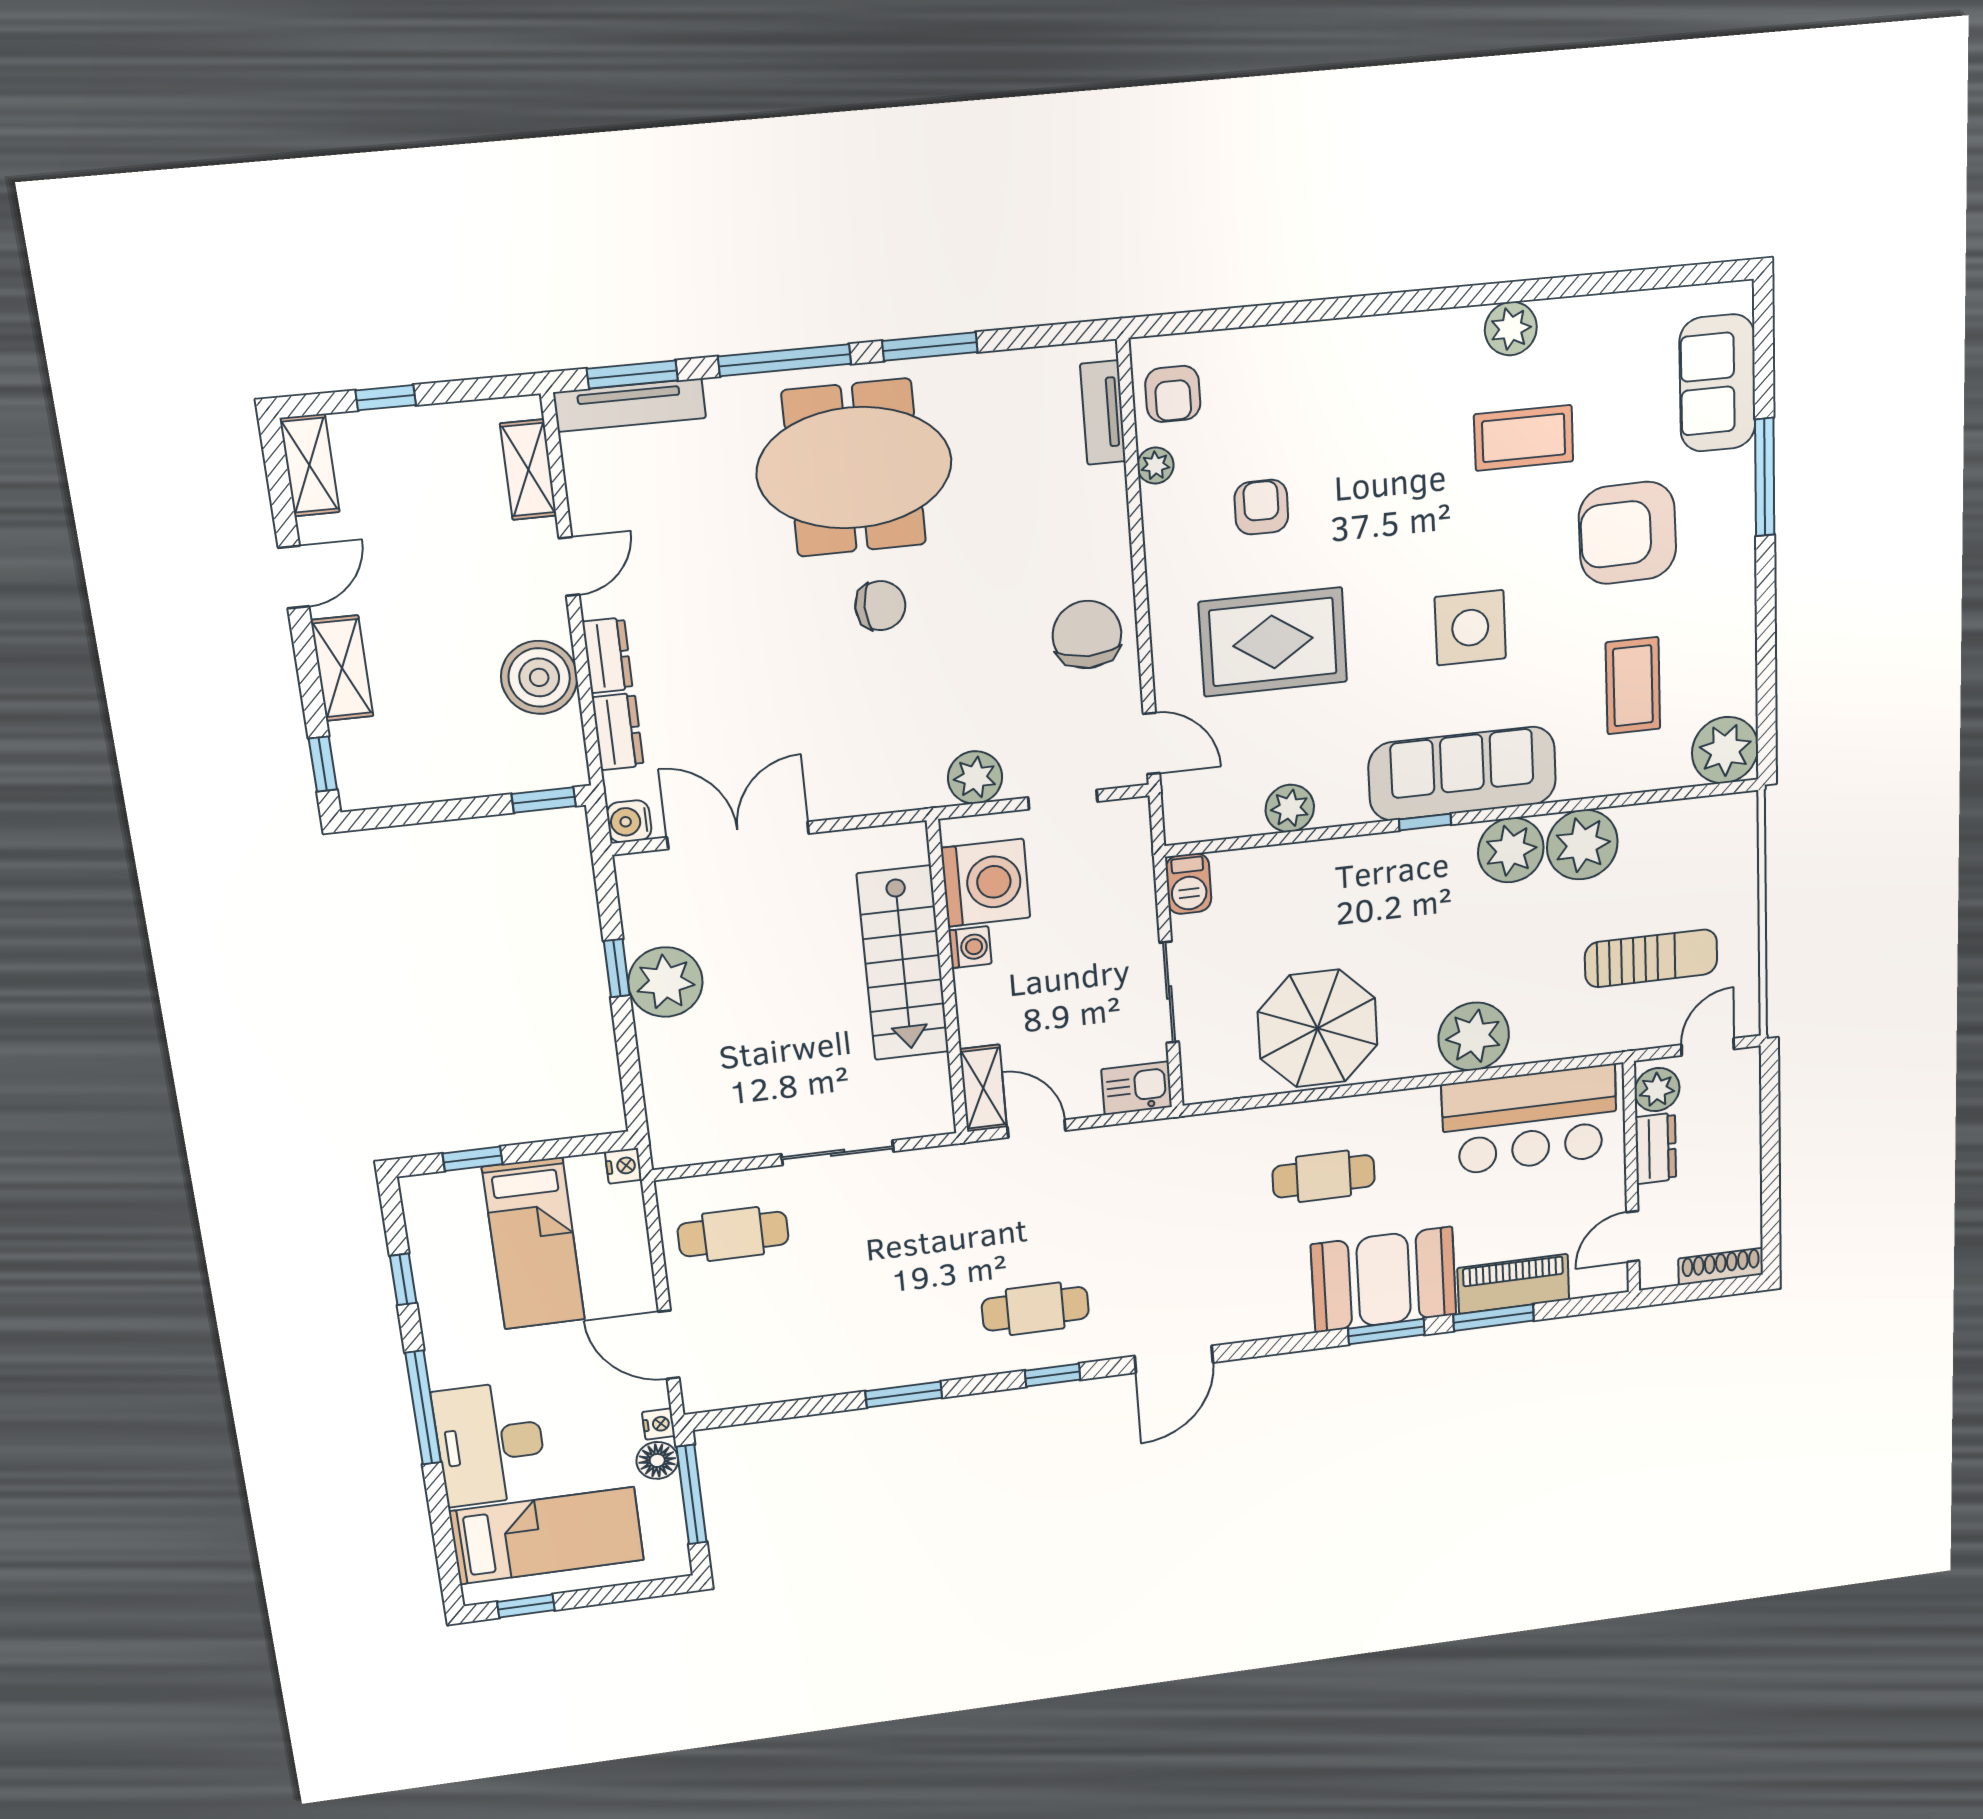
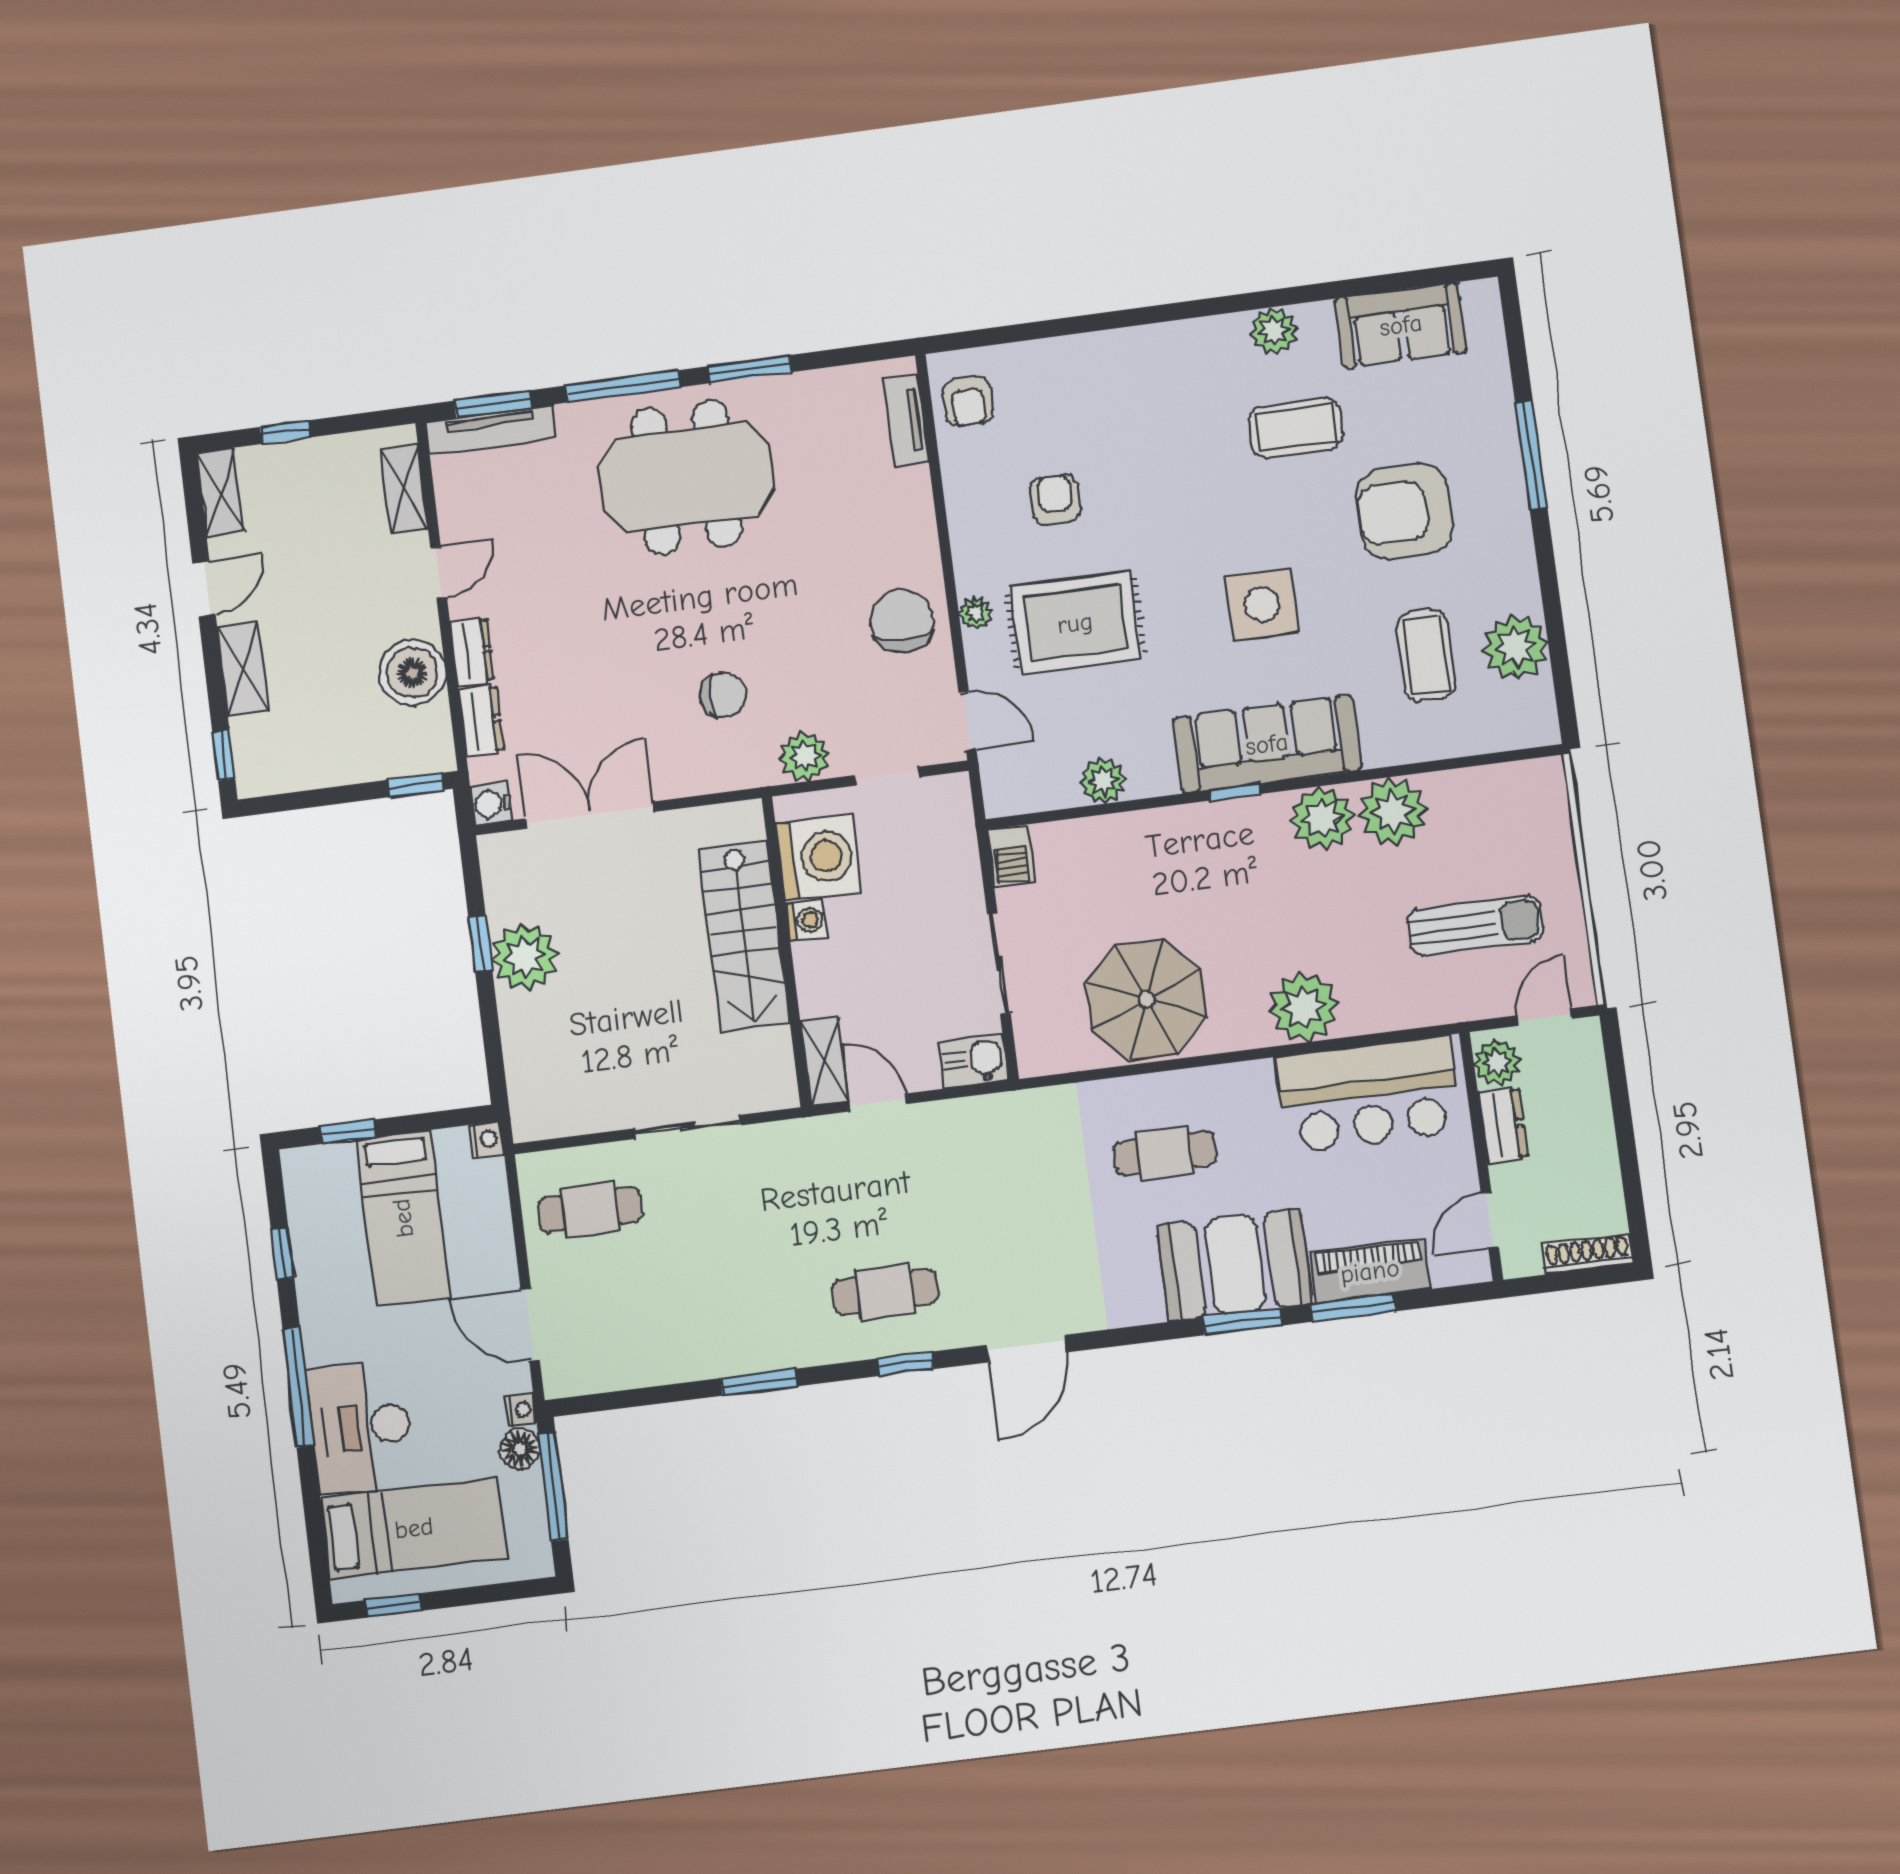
sofa: (1717, 383) -> (1401, 325), moved, turned -90
plant: (1155, 466) -> (975, 613), moved
chair: (880, 606) -> (724, 695), moved
plant: (1725, 750) -> (1516, 647), moved

